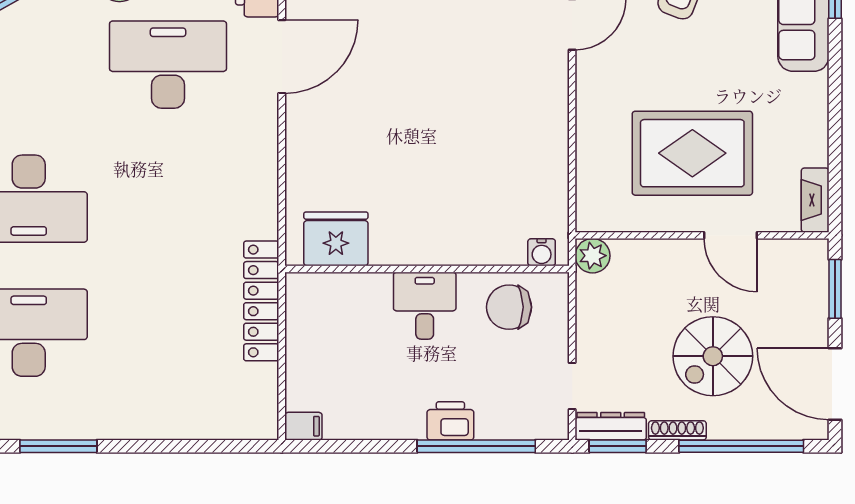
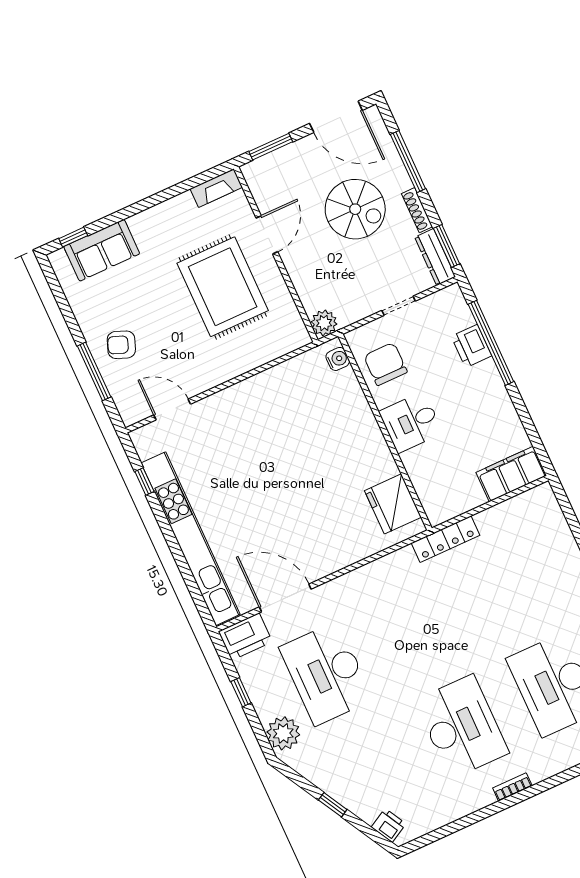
locker: (261, 301) -> (446, 539), width x0.71, depth x0.83
chair: (509, 307) -> (385, 364), turned 180
door: (835, 384) -> (336, 117), hinge flipped
doorway: (572, 386) -> (399, 306), moved
printer: (450, 421) -> (471, 346), moved
filing cabinet: (303, 426) -> (511, 474), width x3.00, depth x1.17
window: (741, 446) -> (408, 162), width x0.68

